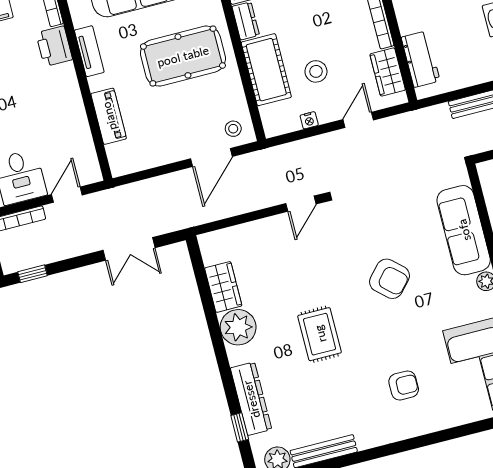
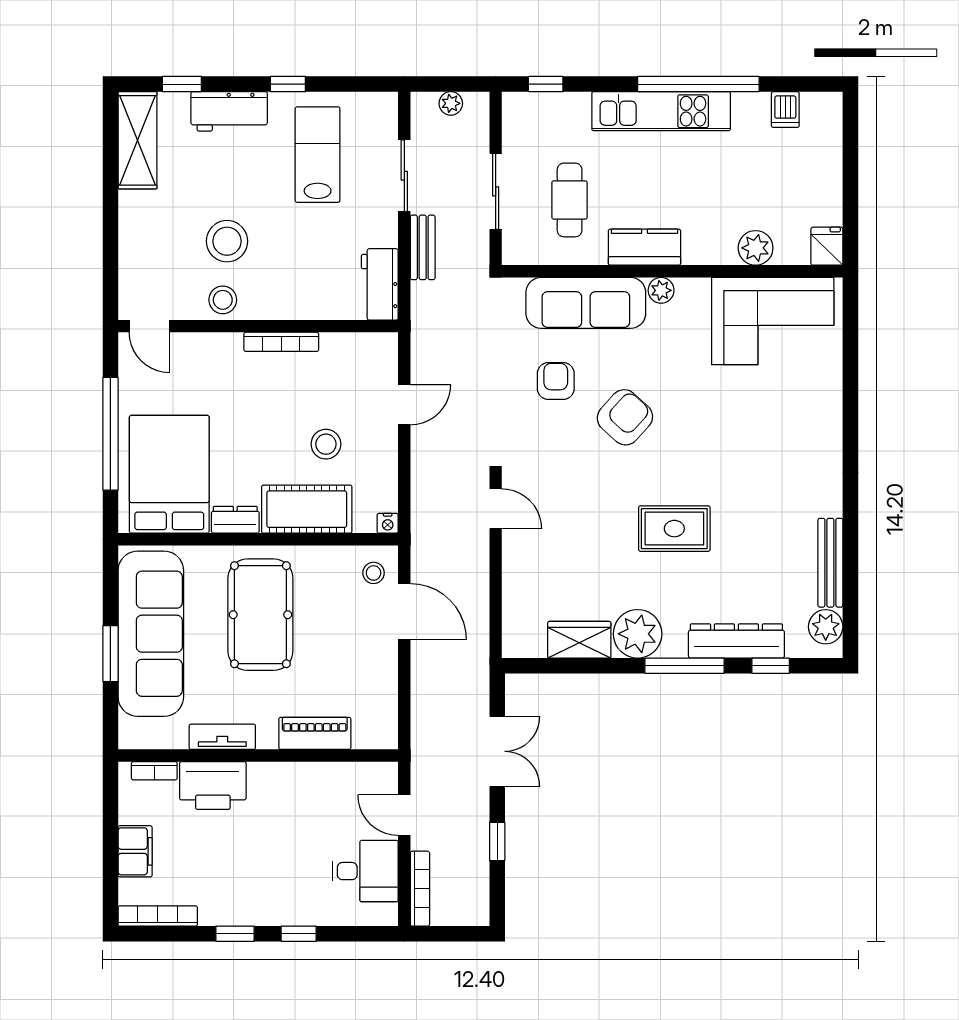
printer: (54, 46) -> (213, 786), width x1.37, depth x1.19
workbench: (421, 59) -> (380, 284), moved, turned -90
wardrobe: (388, 72) -> (351, 350), removed
nightstand: (309, 120) -> (388, 523), moved, turned 90
door: (358, 120) -> (404, 405), swing flipped
window: (32, 274) -> (497, 842), moved
window: (224, 366) -> (685, 666), added
armchair: (404, 385) -> (556, 381), moved

